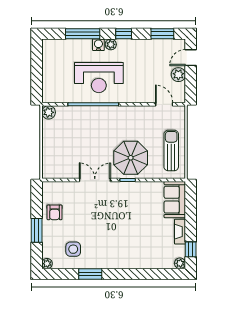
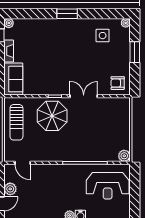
reception desk: (99, 78) -> (108, 186), moved, turned 180
double door: (95, 180) -> (84, 96), swing flipped
armchair: (55, 212) -> (118, 83), moved, turned -90
window: (90, 274) -> (67, 14), moved

